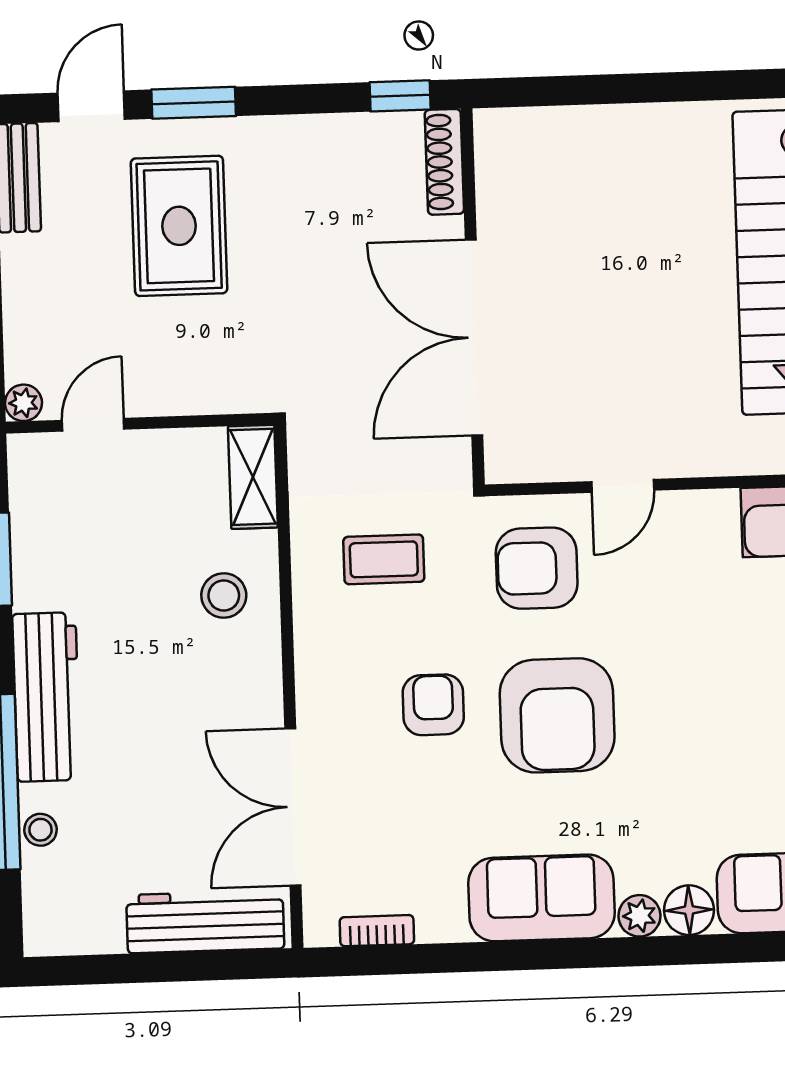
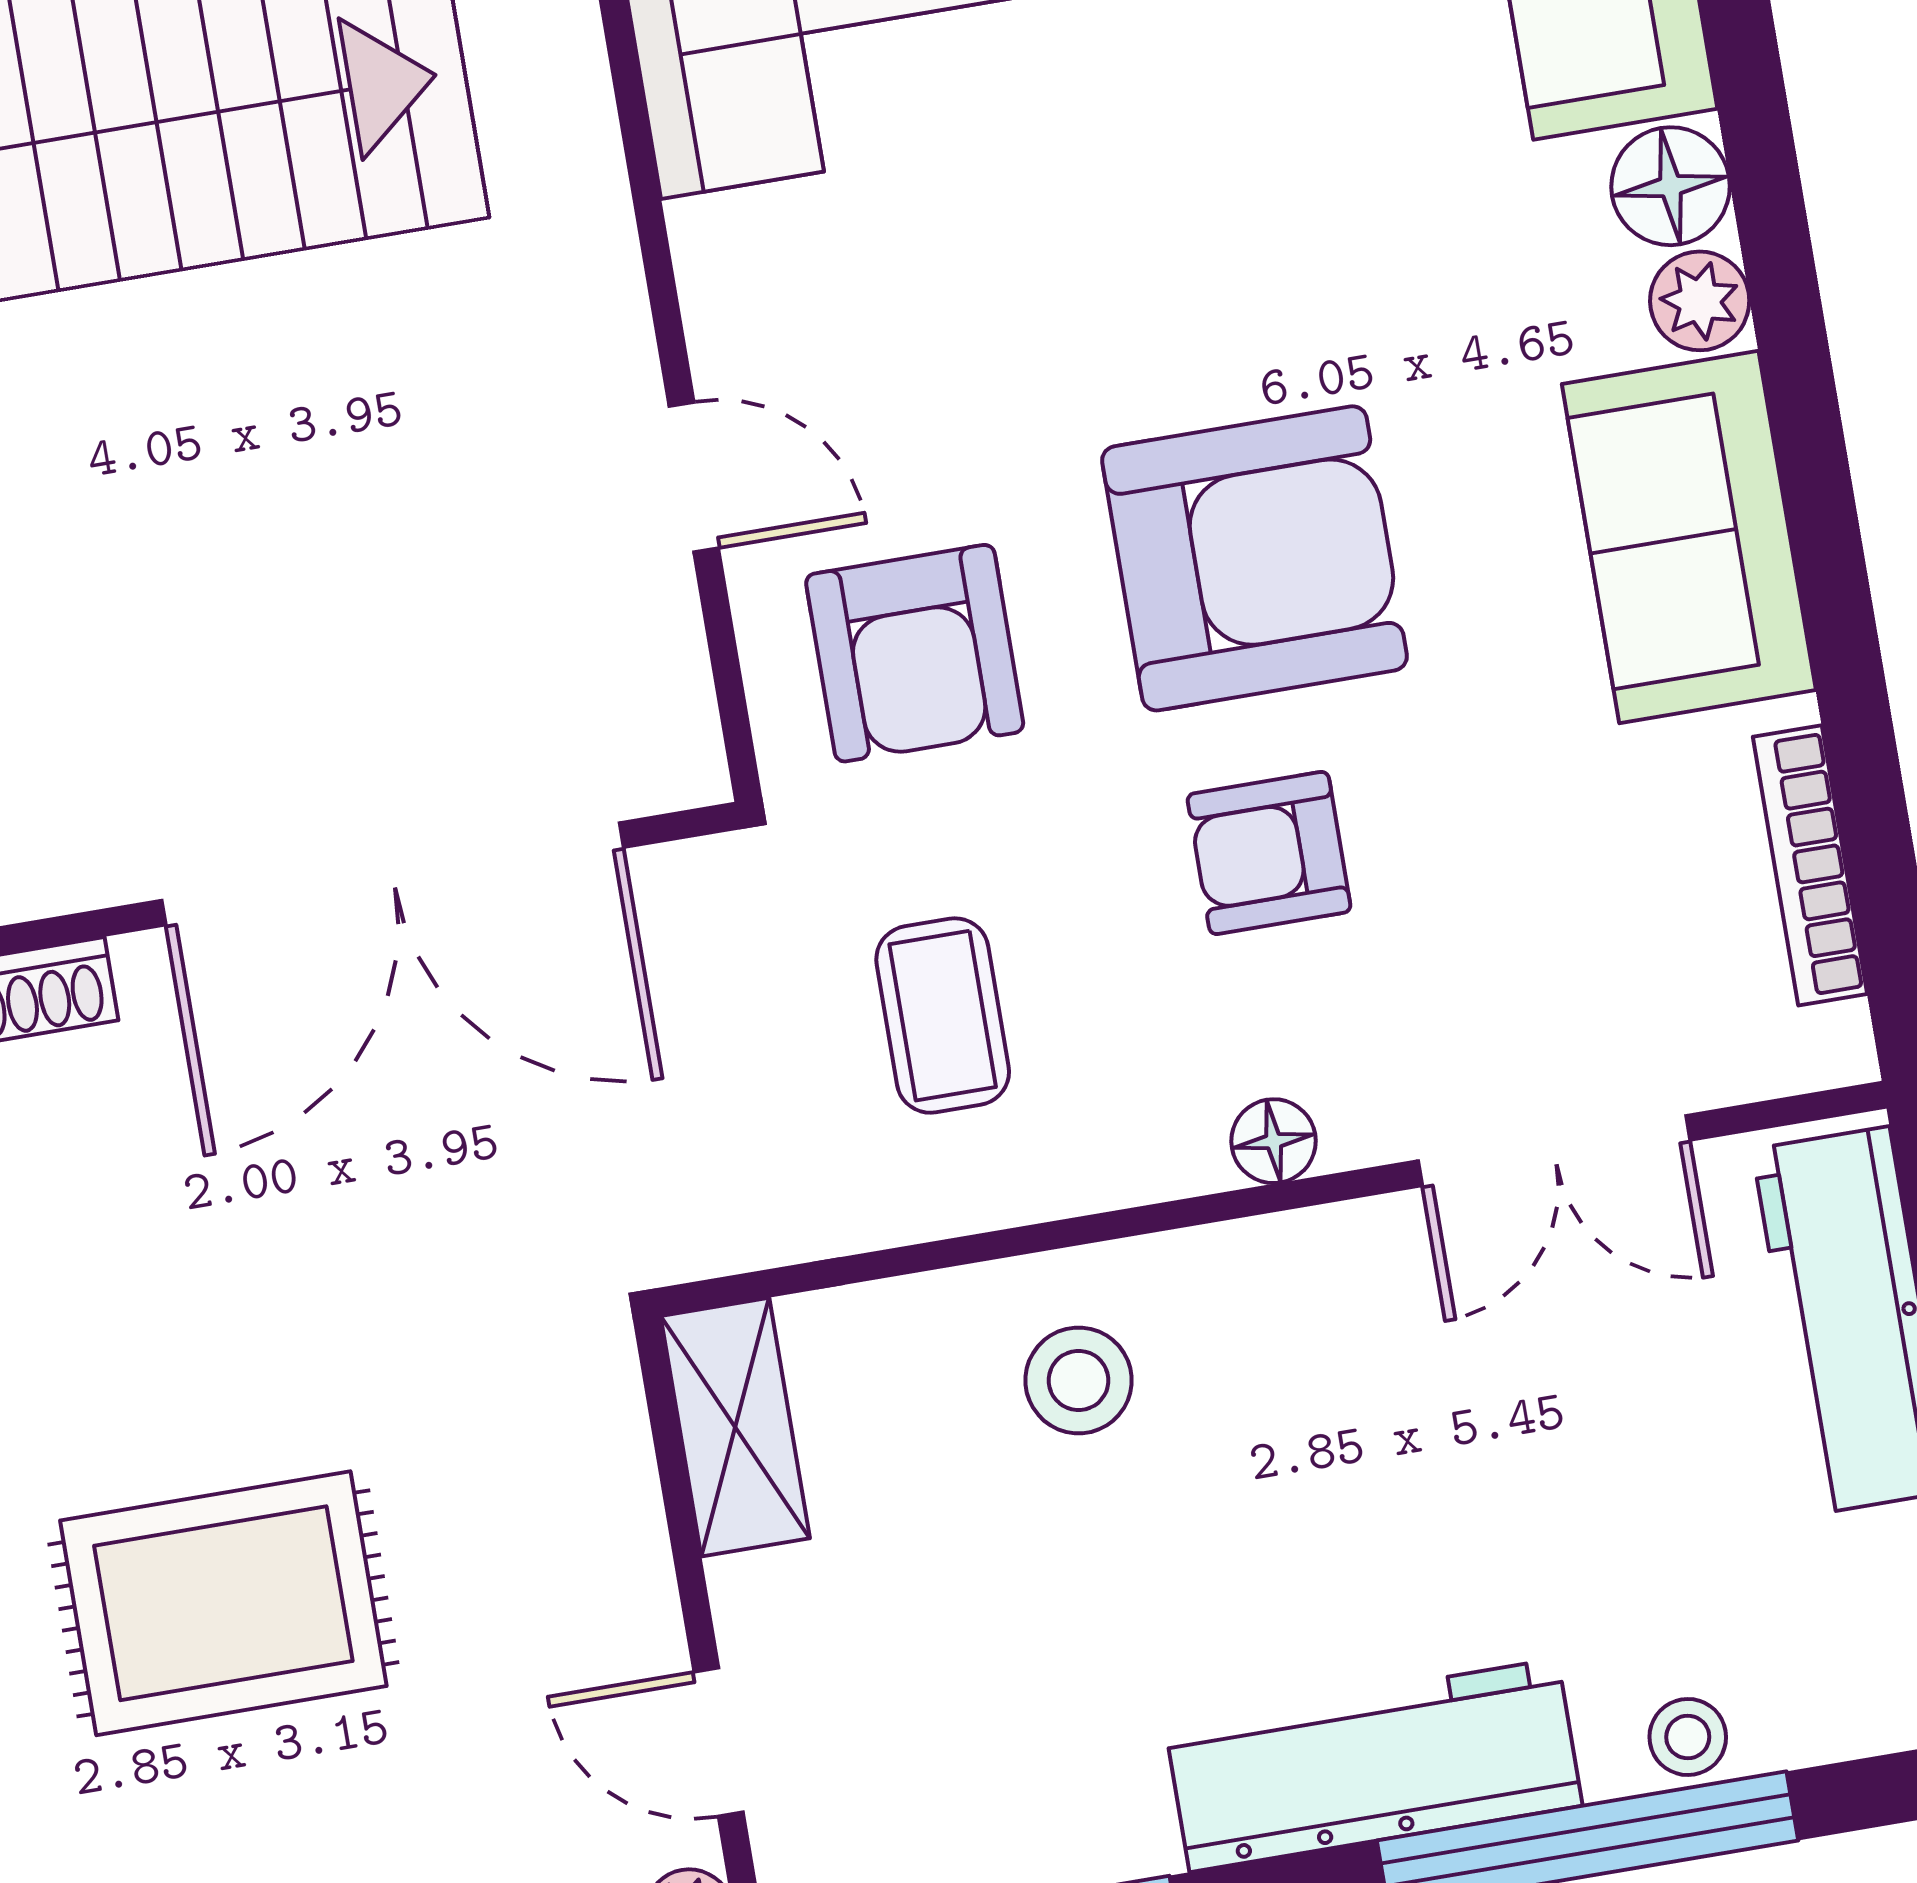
shelving: (253, 477) -> (735, 1427), moved, turned 90
floor lamp: (313, 690) -> (1274, 1141), added
double door: (293, 807) -> (1554, 1151), width x0.73
bookcase: (377, 931) -> (1810, 865), width x1.56

